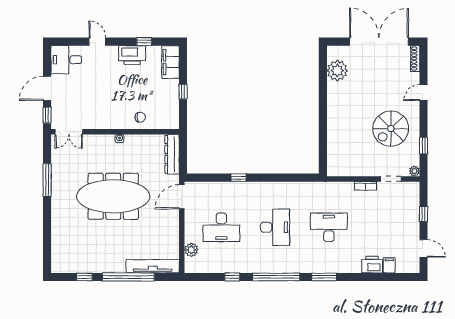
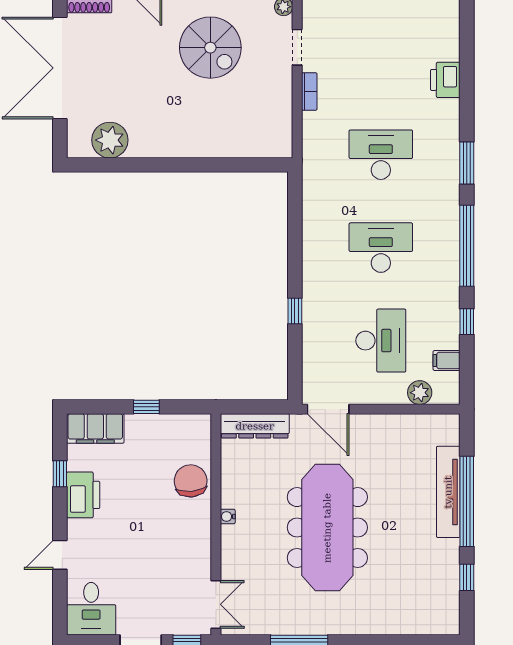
chair: (140, 117) -> (191, 481), width x1.87, depth x1.87
desk: (329, 227) -> (381, 155), turned 90
filing cabinet: (389, 265) -> (447, 360), moved
tv unit: (153, 266) -> (448, 492), moved

